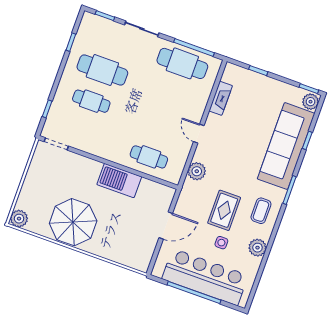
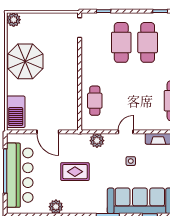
cafe table: (91, 101) -> (121, 42), width x1.37, depth x1.35
barbecue: (119, 181) -> (16, 112), moved, turned 180
coffee table: (261, 211) -> (85, 199), removed
side table: (221, 243) -> (131, 161), moved

